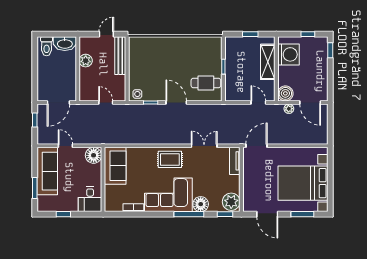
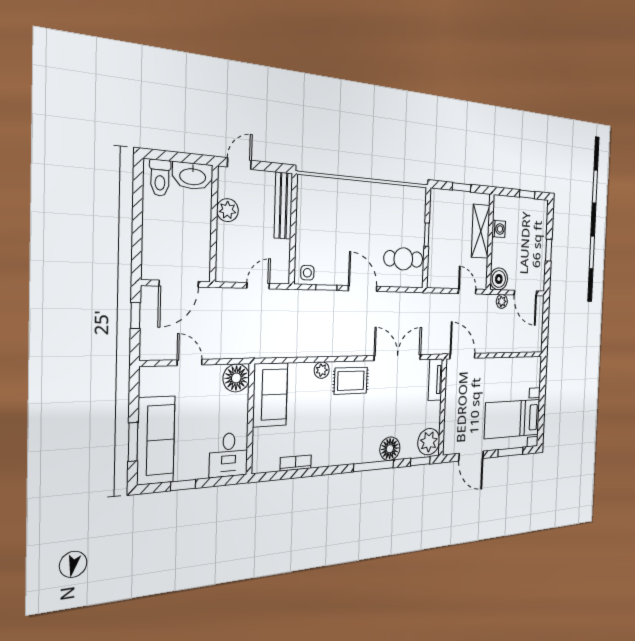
door: (106, 34) -> (239, 164), moved
window: (330, 50) -> (549, 250), moved
washing machine: (288, 54) -> (499, 229), width x0.53, depth x0.53
door: (106, 102) -> (258, 286), hinge flipped
double door: (204, 146) -> (398, 358), width x1.37
door: (256, 146) -> (462, 356), hinge flipped
plant: (149, 152) -> (322, 370), added
sofa: (47, 171) -> (156, 440), moved
bed with nightstands: (303, 183) -> (512, 419), width x0.73
corner sofa: (168, 195) -> (347, 438), removed

